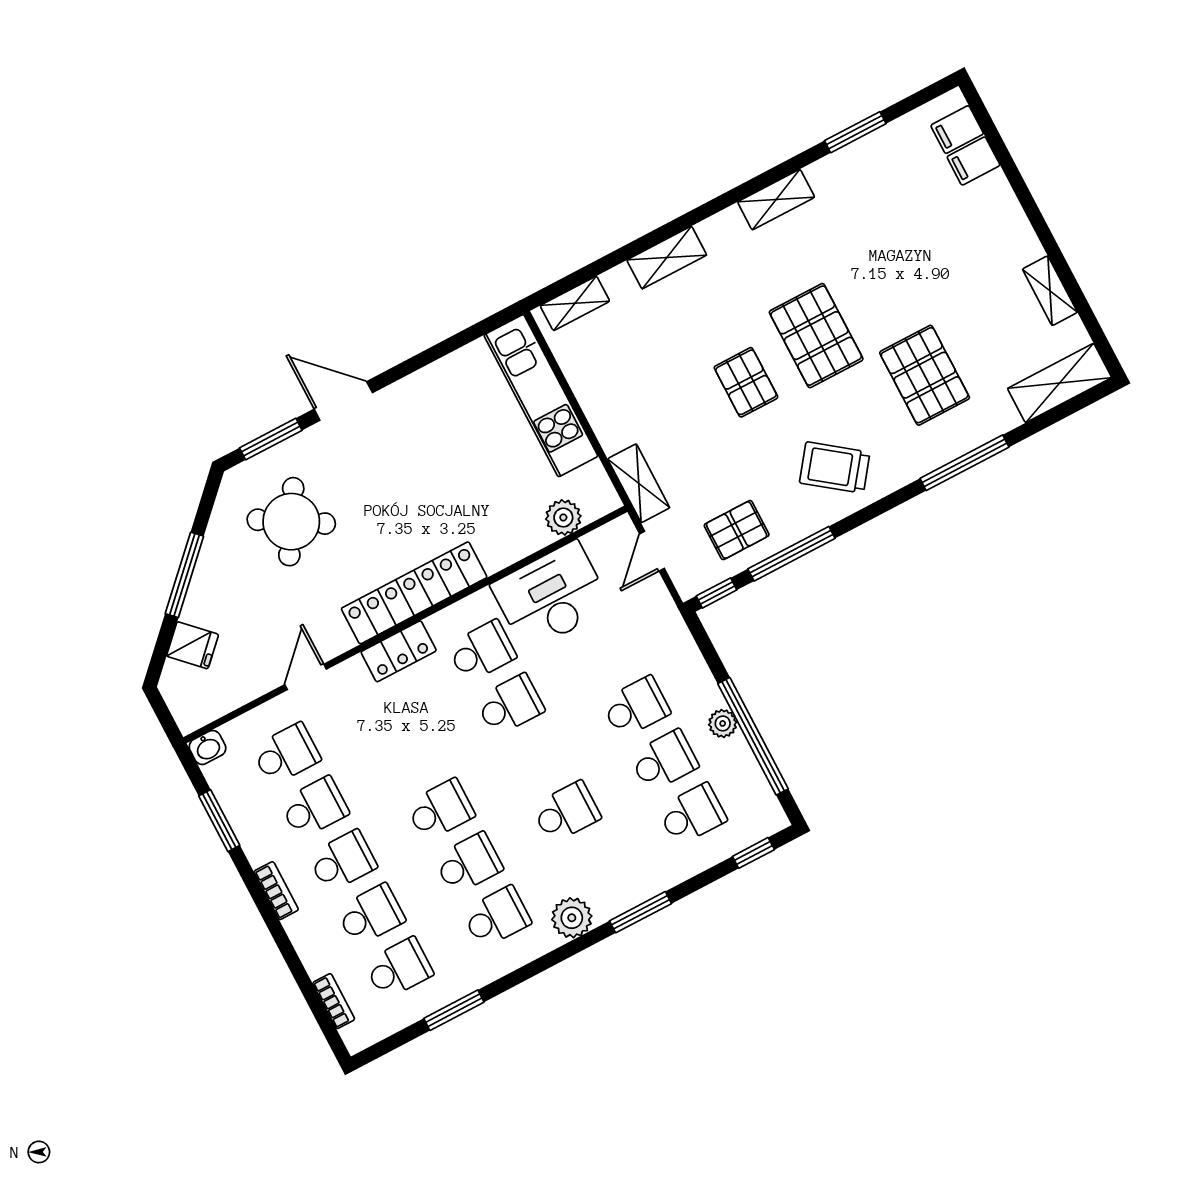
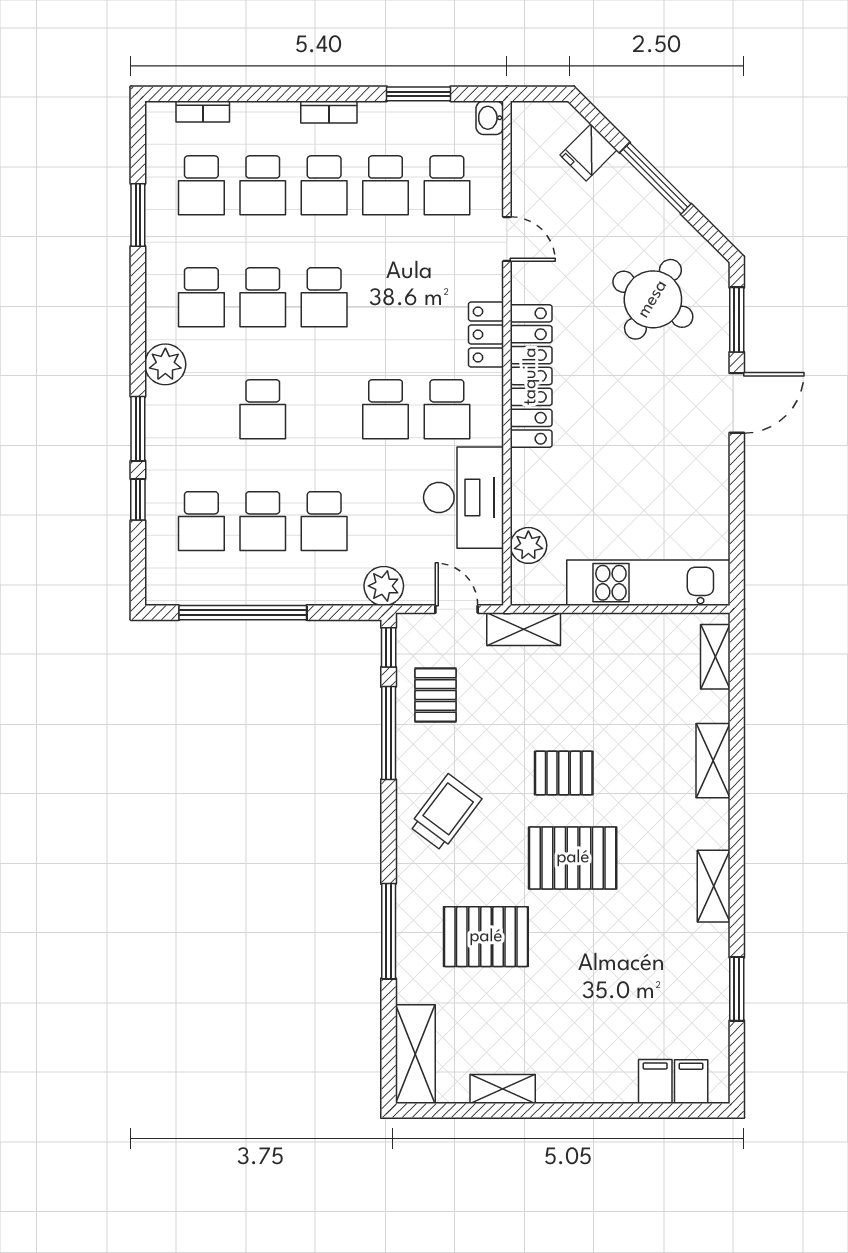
plant: (723, 723) -> (384, 586), moved, width x1.38, depth x1.38
window: (753, 853) -> (138, 500), moved

